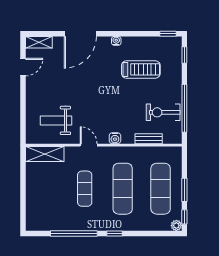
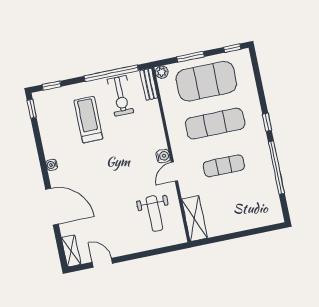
treadmill: (141, 69) -> (88, 120), moved
water cooler: (115, 138) -> (163, 156), moved
bench: (149, 139) -> (149, 84), moved
exercise mat: (161, 189) -> (206, 81), width x1.47
window: (184, 190) -> (191, 57), moved
plant: (176, 225) -> (162, 72), moved

